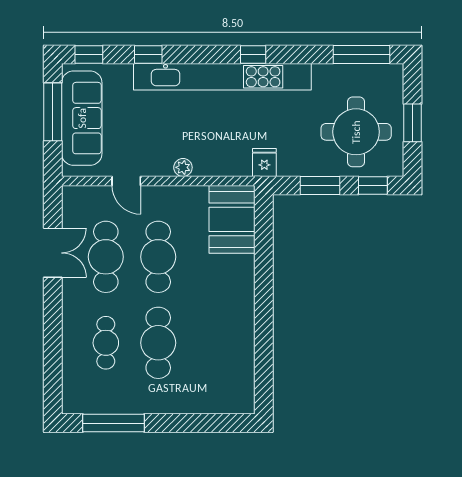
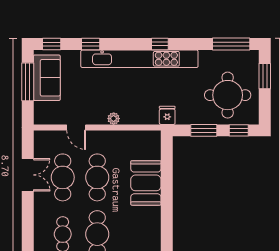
sofa: (82, 118) -> (47, 78), width x0.73
window: (412, 123) -> (265, 76), moved
booth: (232, 219) -> (146, 183), moved

